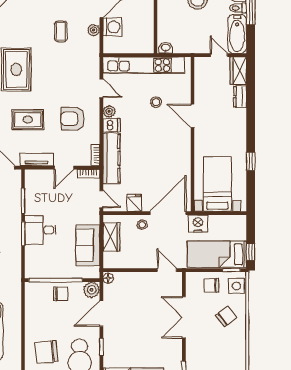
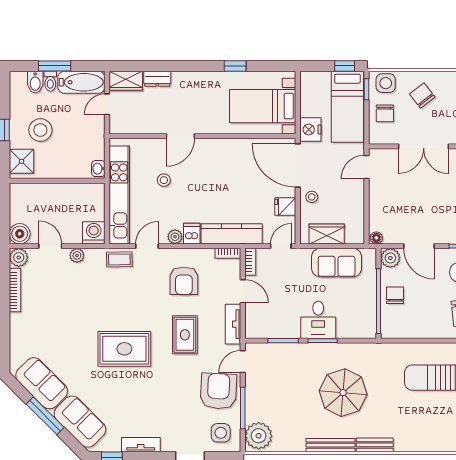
washing machine: (112, 27) -> (94, 233), moved
coffee table: (61, 31) -> (119, 259), moved

